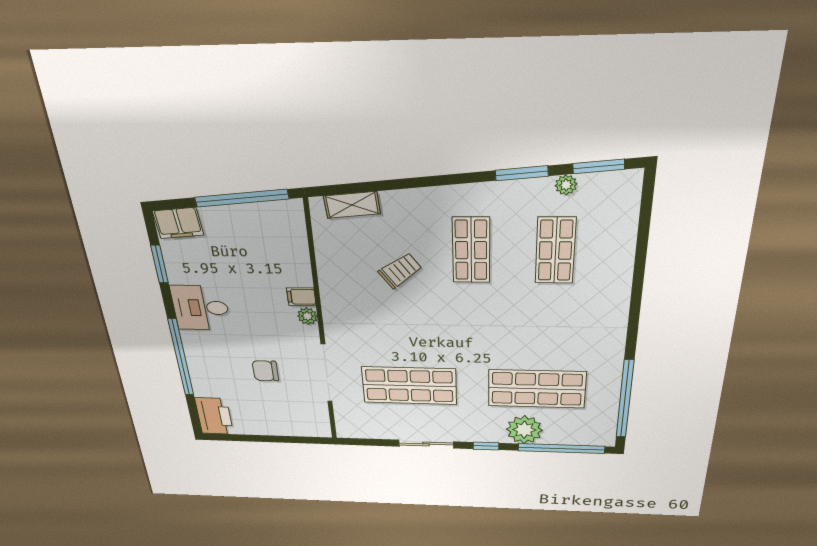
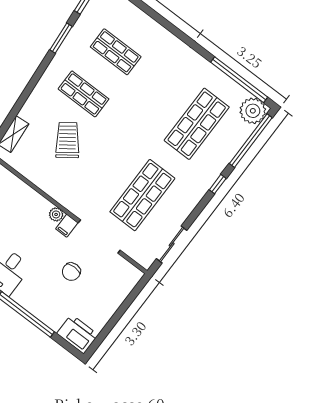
plant: (566, 185) -> (83, 22), removed
trolley: (400, 271) -> (67, 140), width x1.36, depth x1.39
filing cabinet: (301, 297) -> (67, 226), moved
plant: (524, 430) -> (253, 111), moved
sliding door: (426, 444) -> (172, 244), moved

